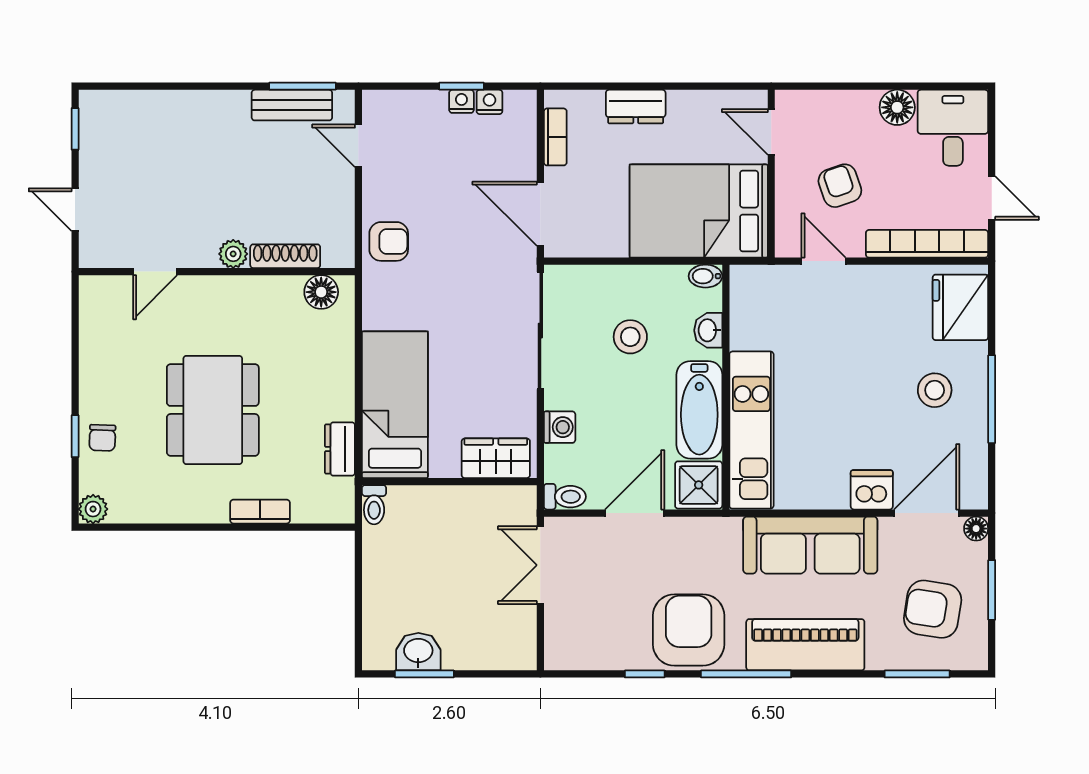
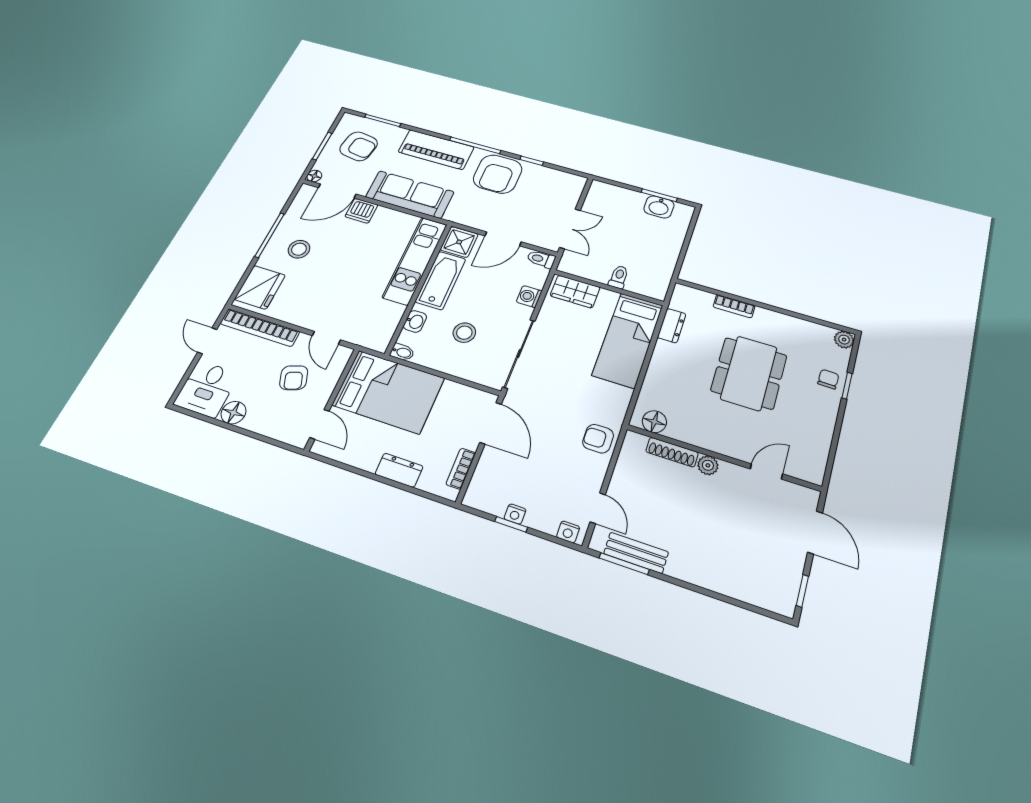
nightstand: (489, 102) -> (568, 532), moved
door: (75, 210) -> (815, 532), width x1.38
toilet: (374, 505) -> (619, 277), moved

